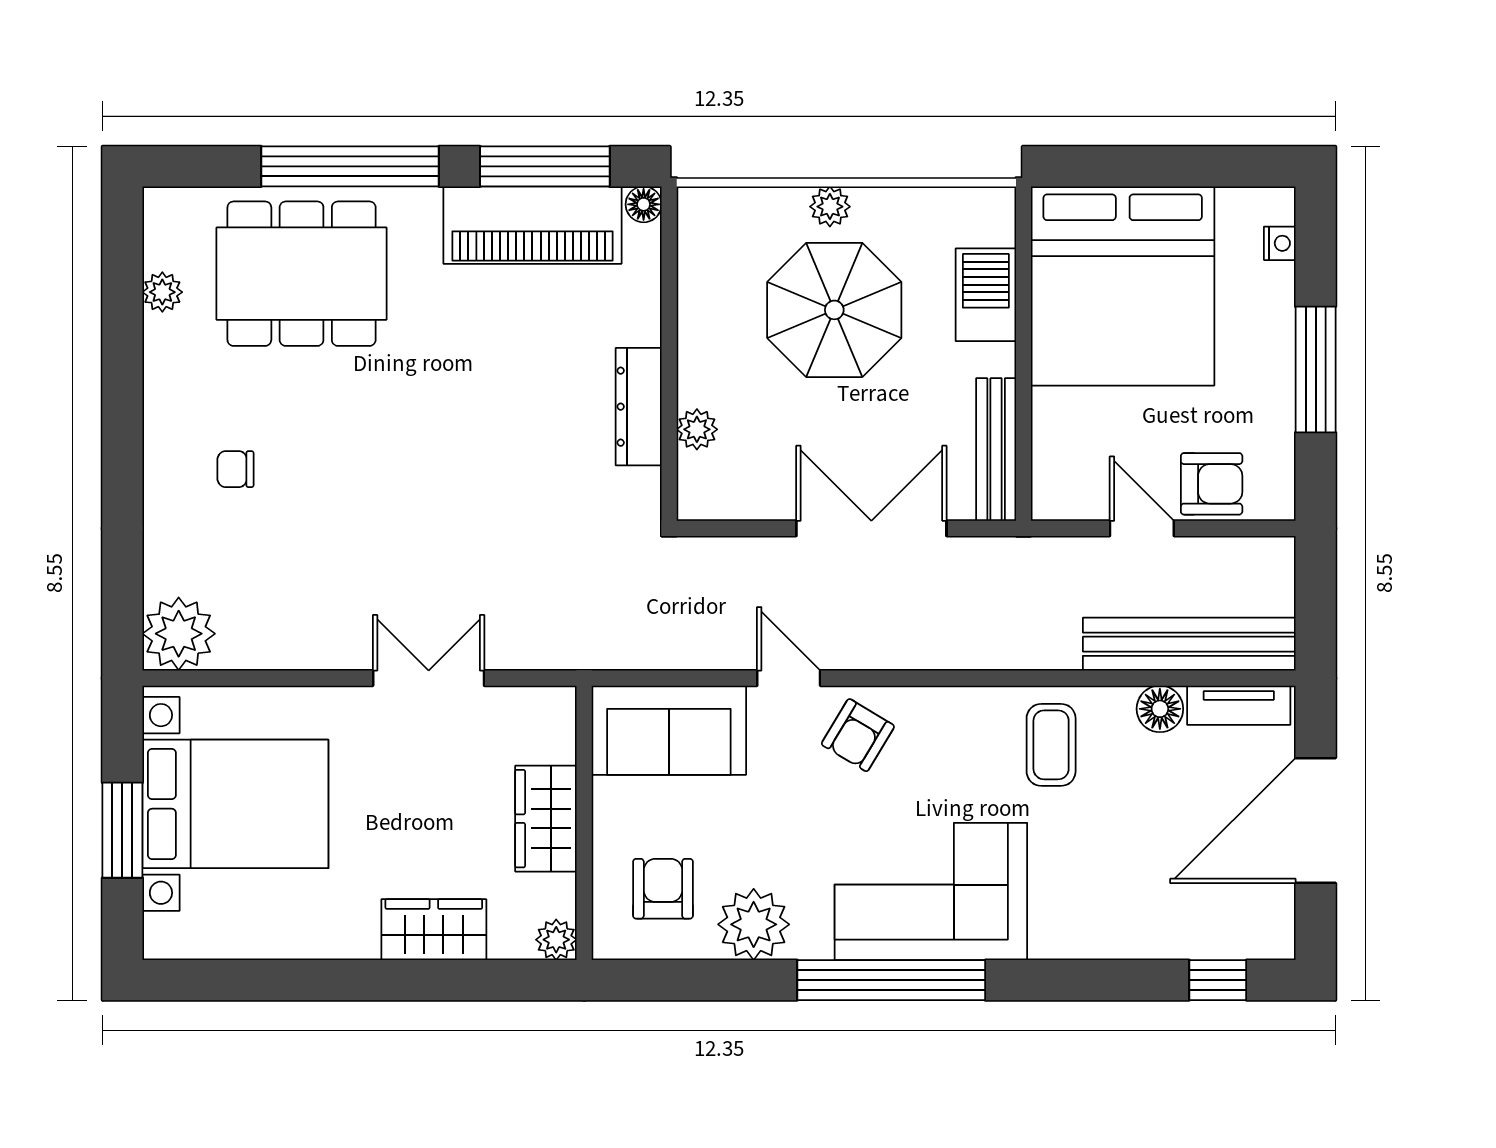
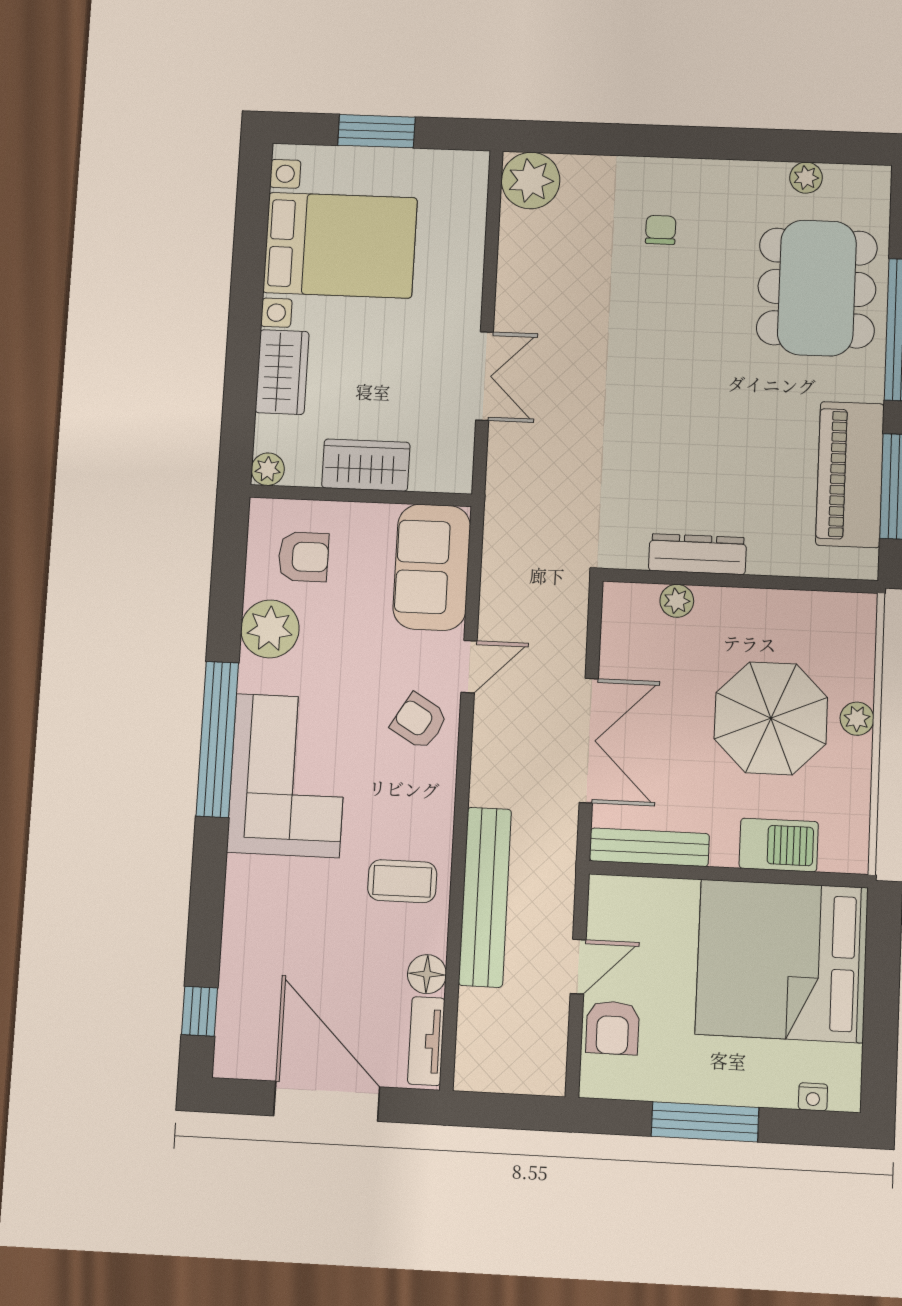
floor lamp: (644, 204) -> (864, 565), removed
bench: (1189, 644) -> (485, 897), moved
bed with nightstands: (235, 804) -> (340, 245), moved, turned -90

